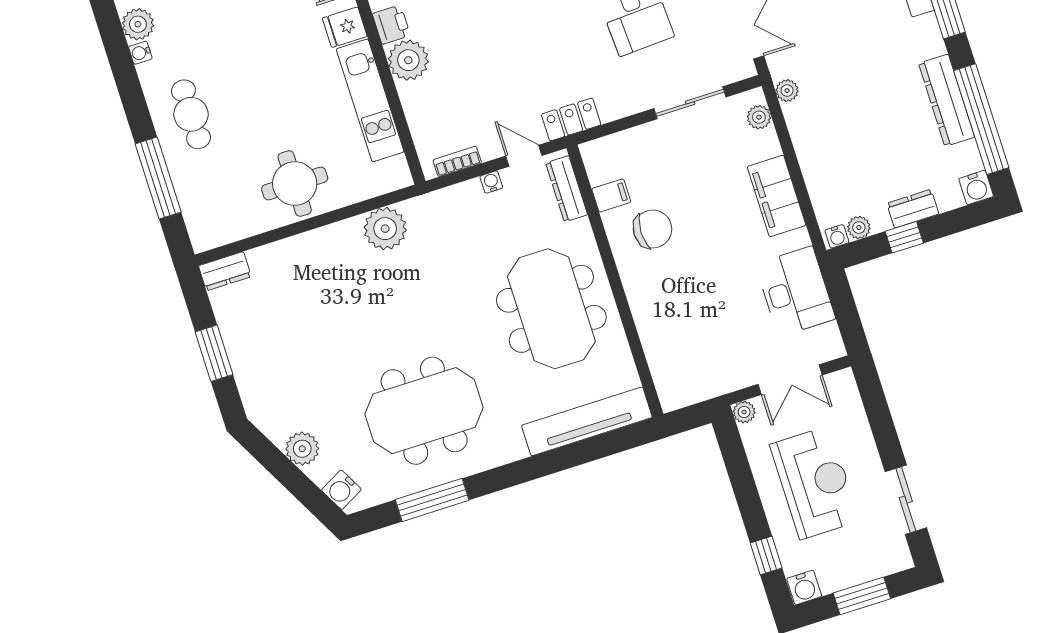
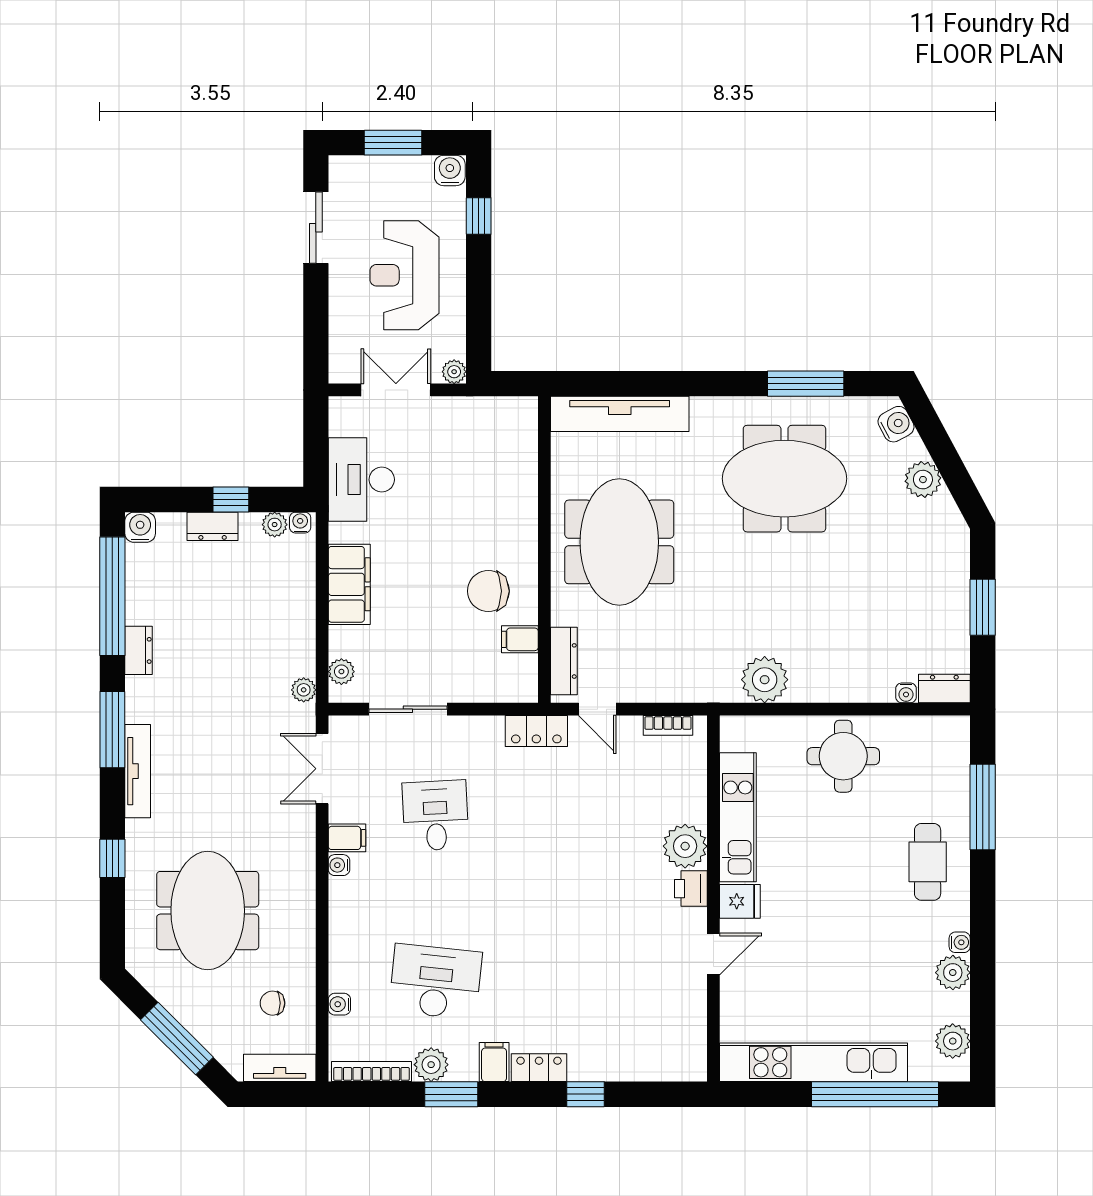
dresser: (947, 100) -> (139, 650), width x0.51, depth x0.80
water cooler: (491, 182) -> (906, 693), moved

